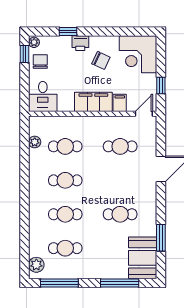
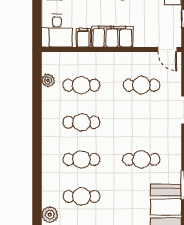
filing cabinet: (120, 103) -> (83, 38), moved
door: (144, 114) -> (167, 49), swing flipped

